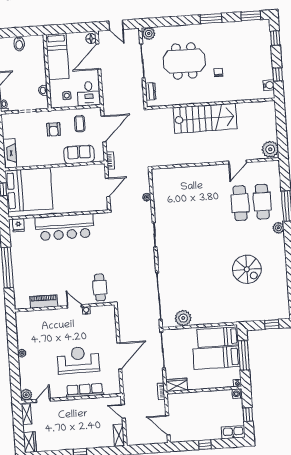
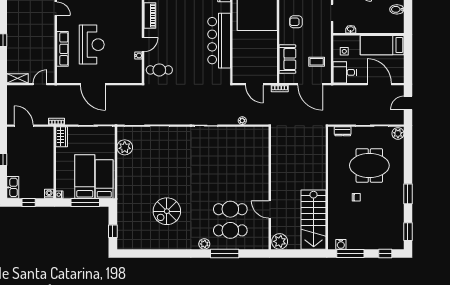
floor lamp: (91, 39) -> (397, 78), removed
meeting table: (184, 61) -> (369, 165), turned 90
window: (278, 74) -> (350, 253), width x2.17
stairs: (205, 118) -> (314, 220), moved
armchair: (54, 129) -> (296, 22), moved
door: (168, 425) -> (24, 126), hinge flipped

